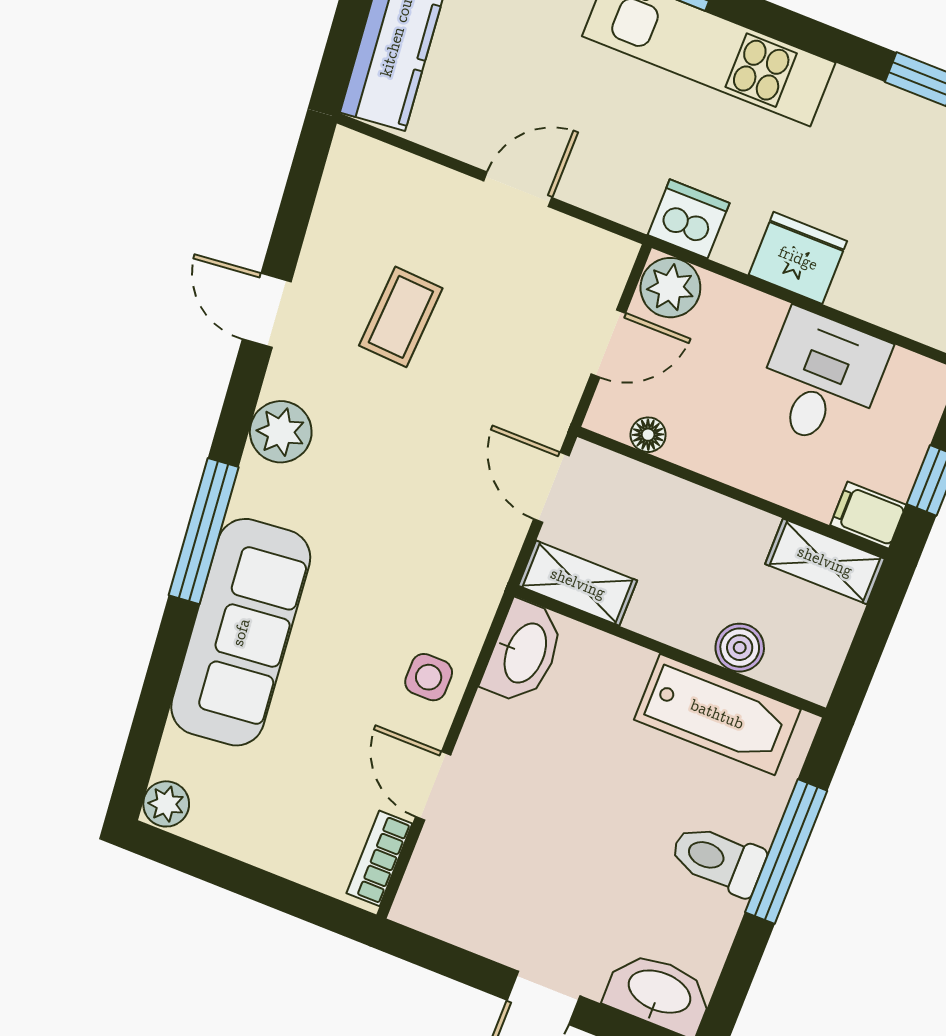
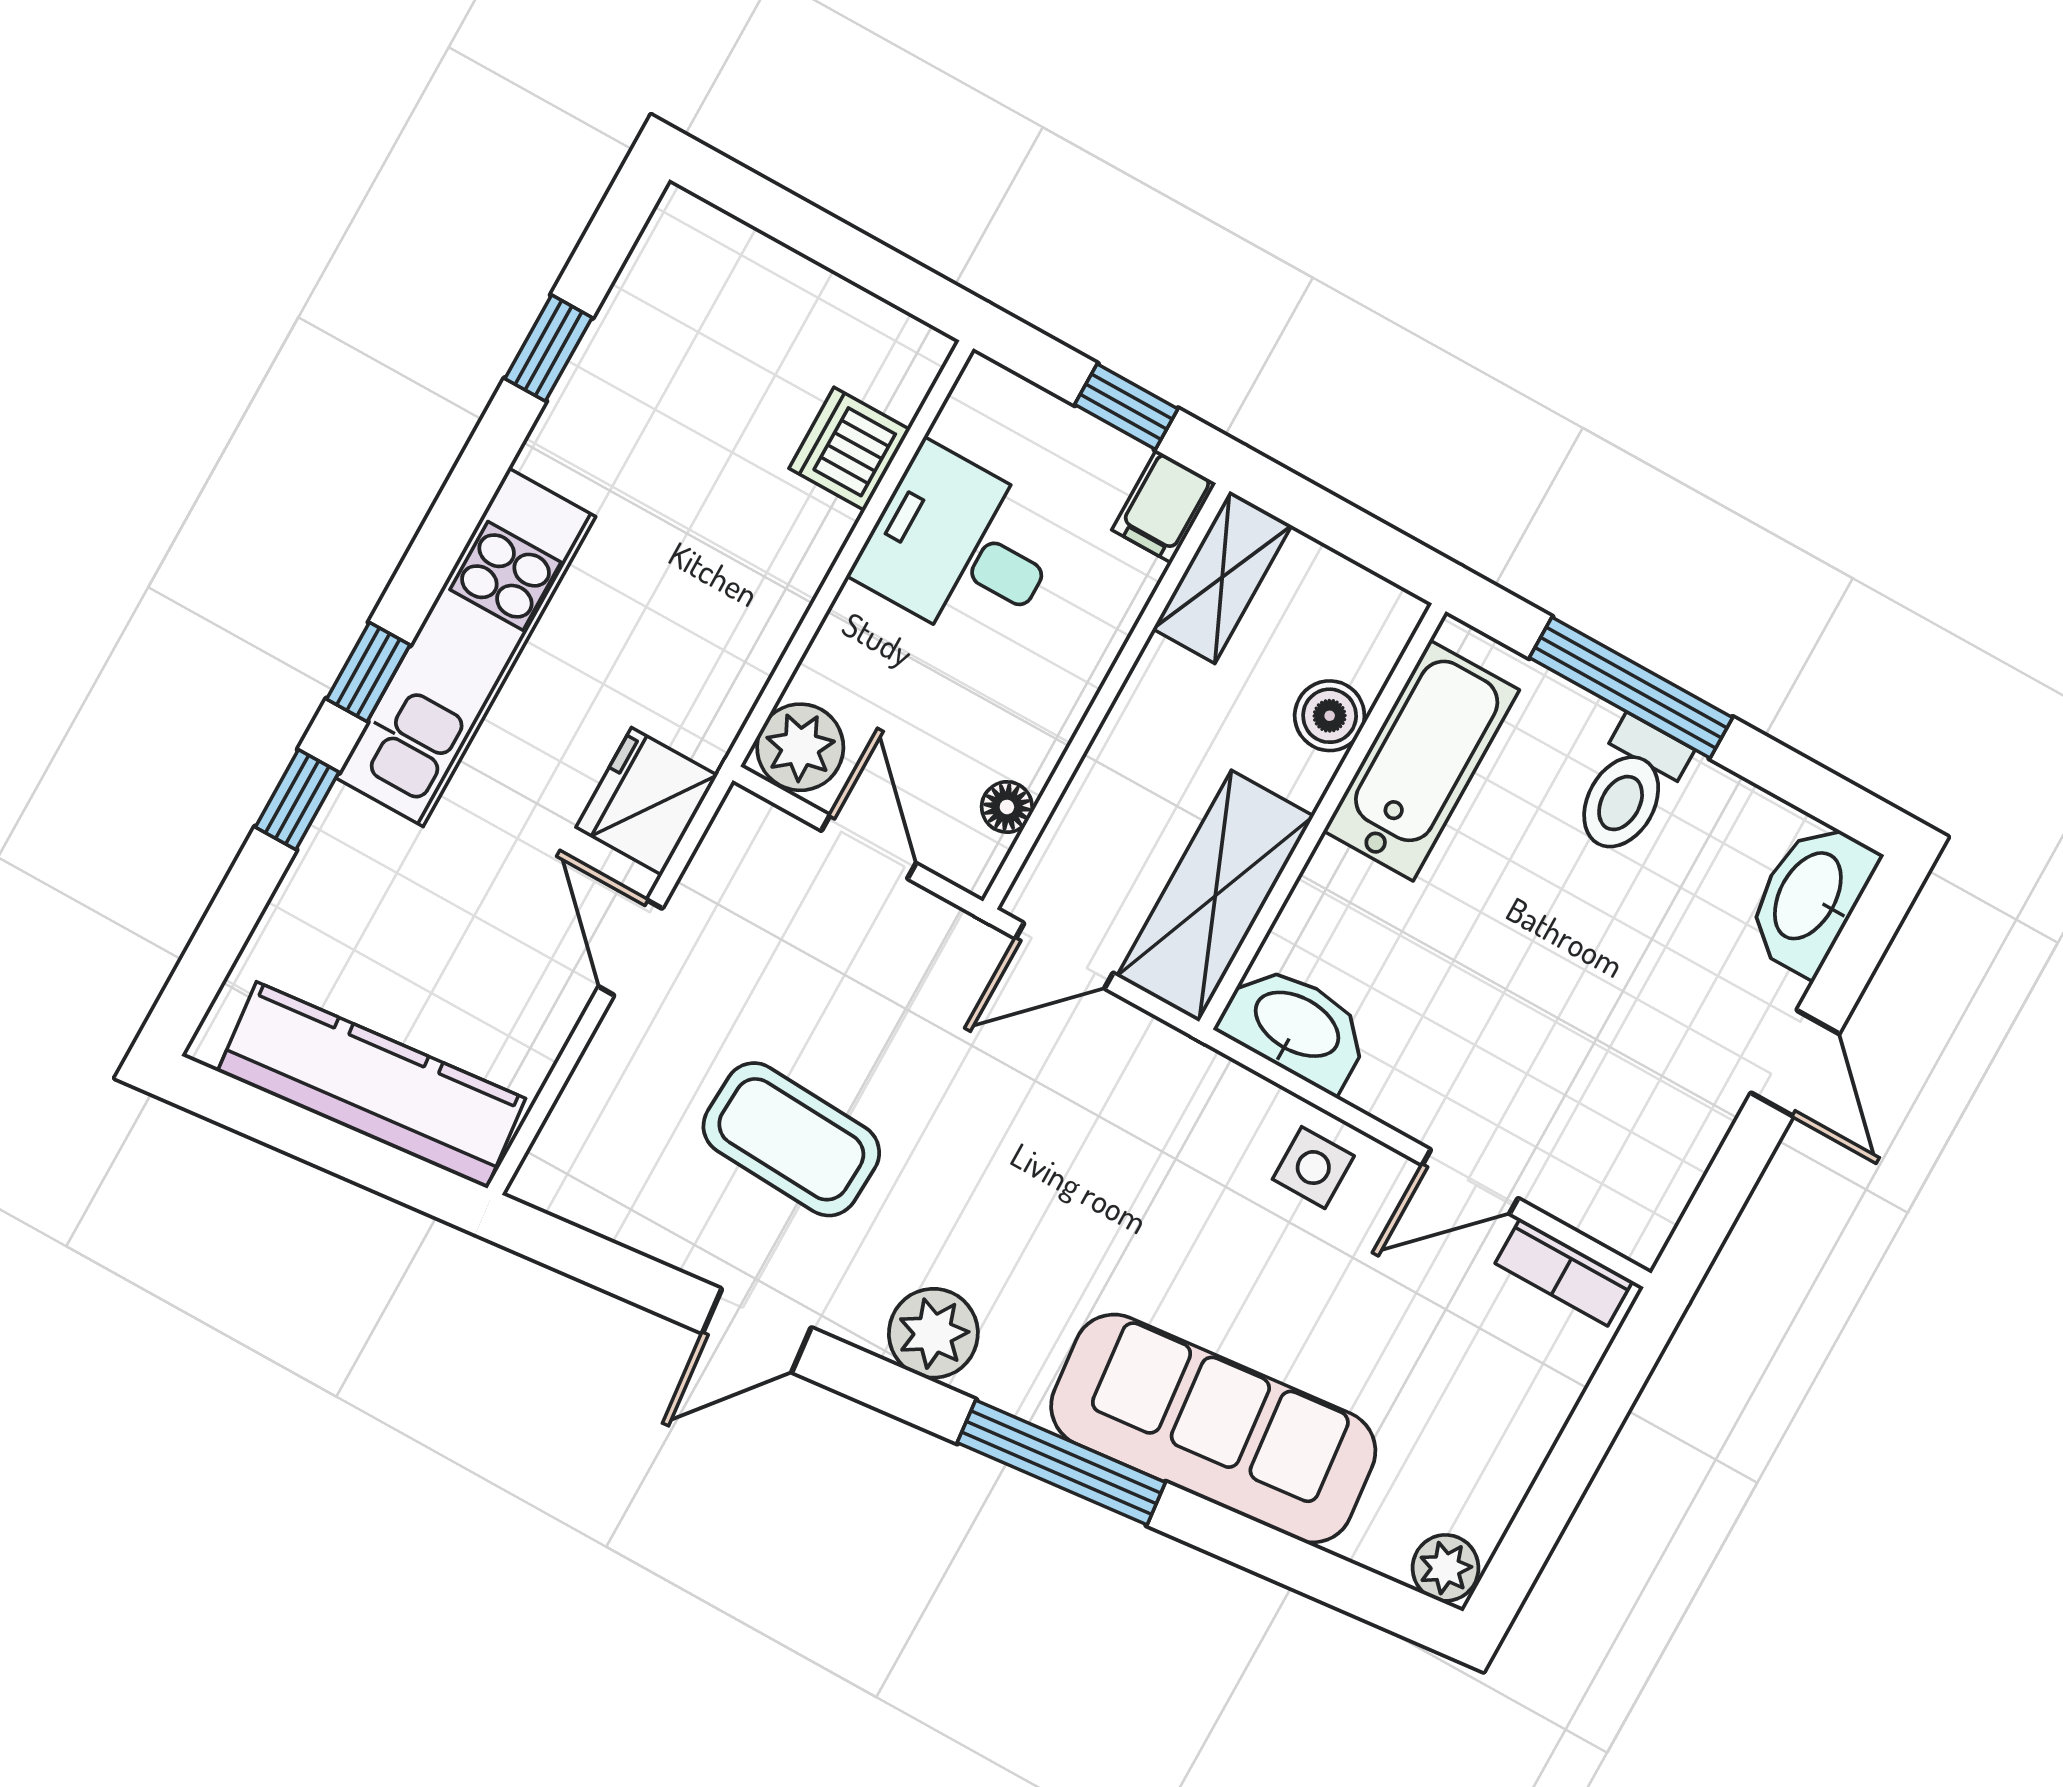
dishwasher: (689, 219) -> (849, 449), moved
fridge: (798, 258) -> (647, 801), moved
coffee table: (401, 317) -> (791, 1139), width x1.36, depth x1.30
shelving: (578, 583) -> (1215, 896), width x1.50, depth x1.33

